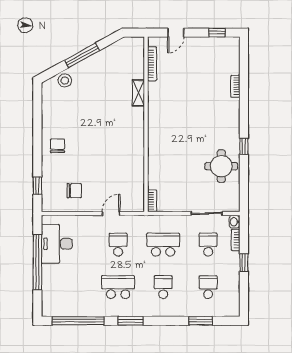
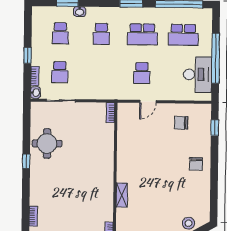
shelving: (138, 93) -> (122, 195), moved
school desk: (163, 245) -> (183, 35), moved
washbasin: (187, 311) -> (80, 12), added

